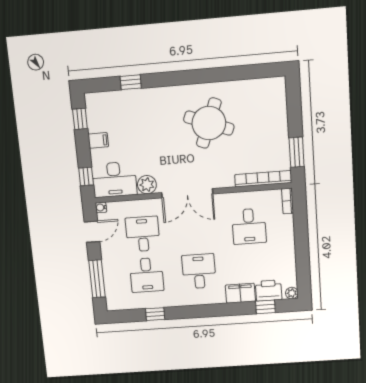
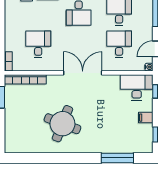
window: (131, 82) -> (117, 158), width x2.17
plant: (147, 185) -> (112, 82), removed
desk: (143, 234) -> (119, 44), turned 180

